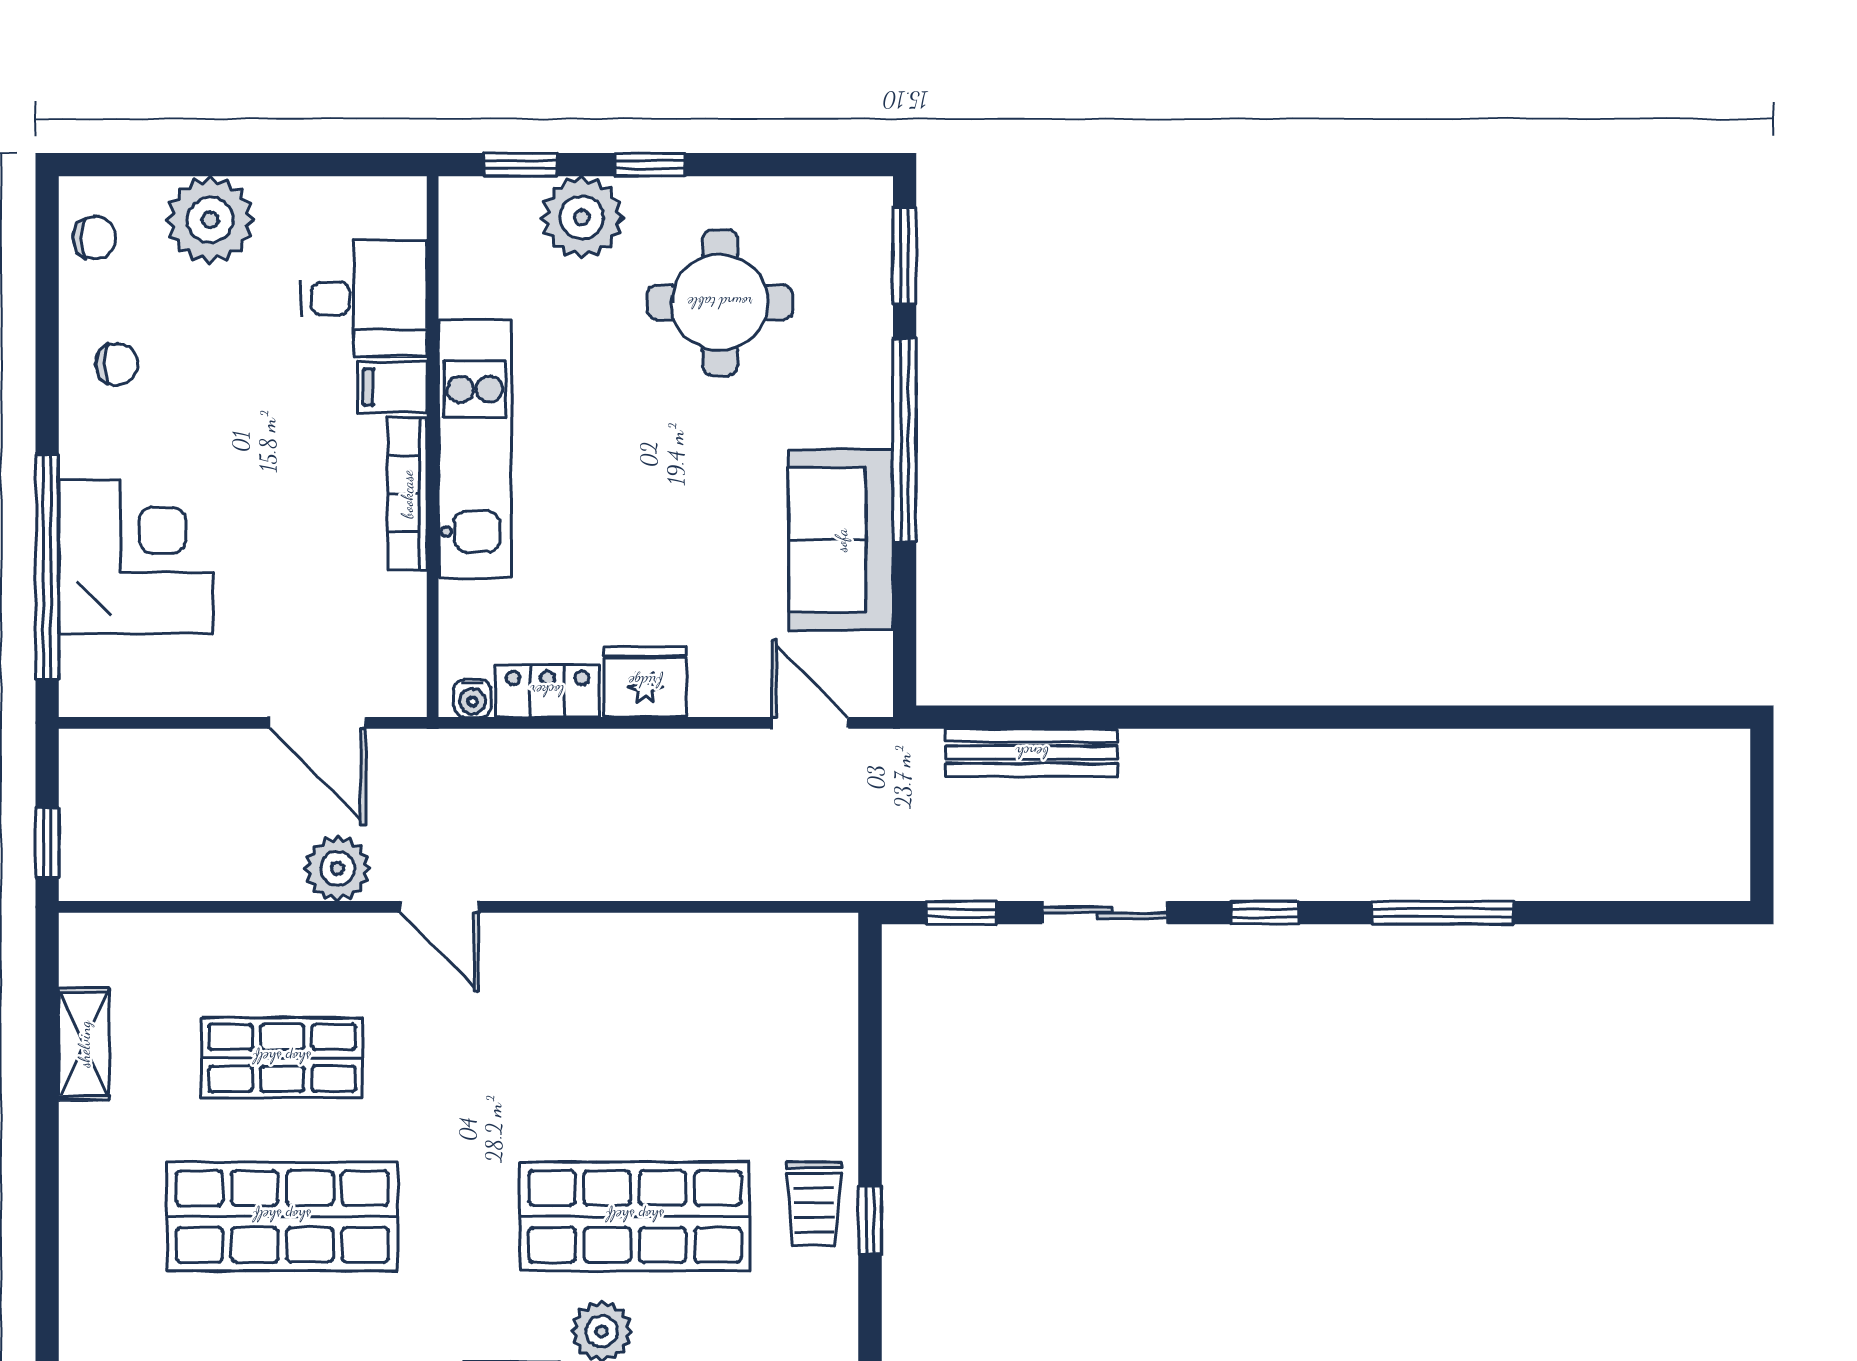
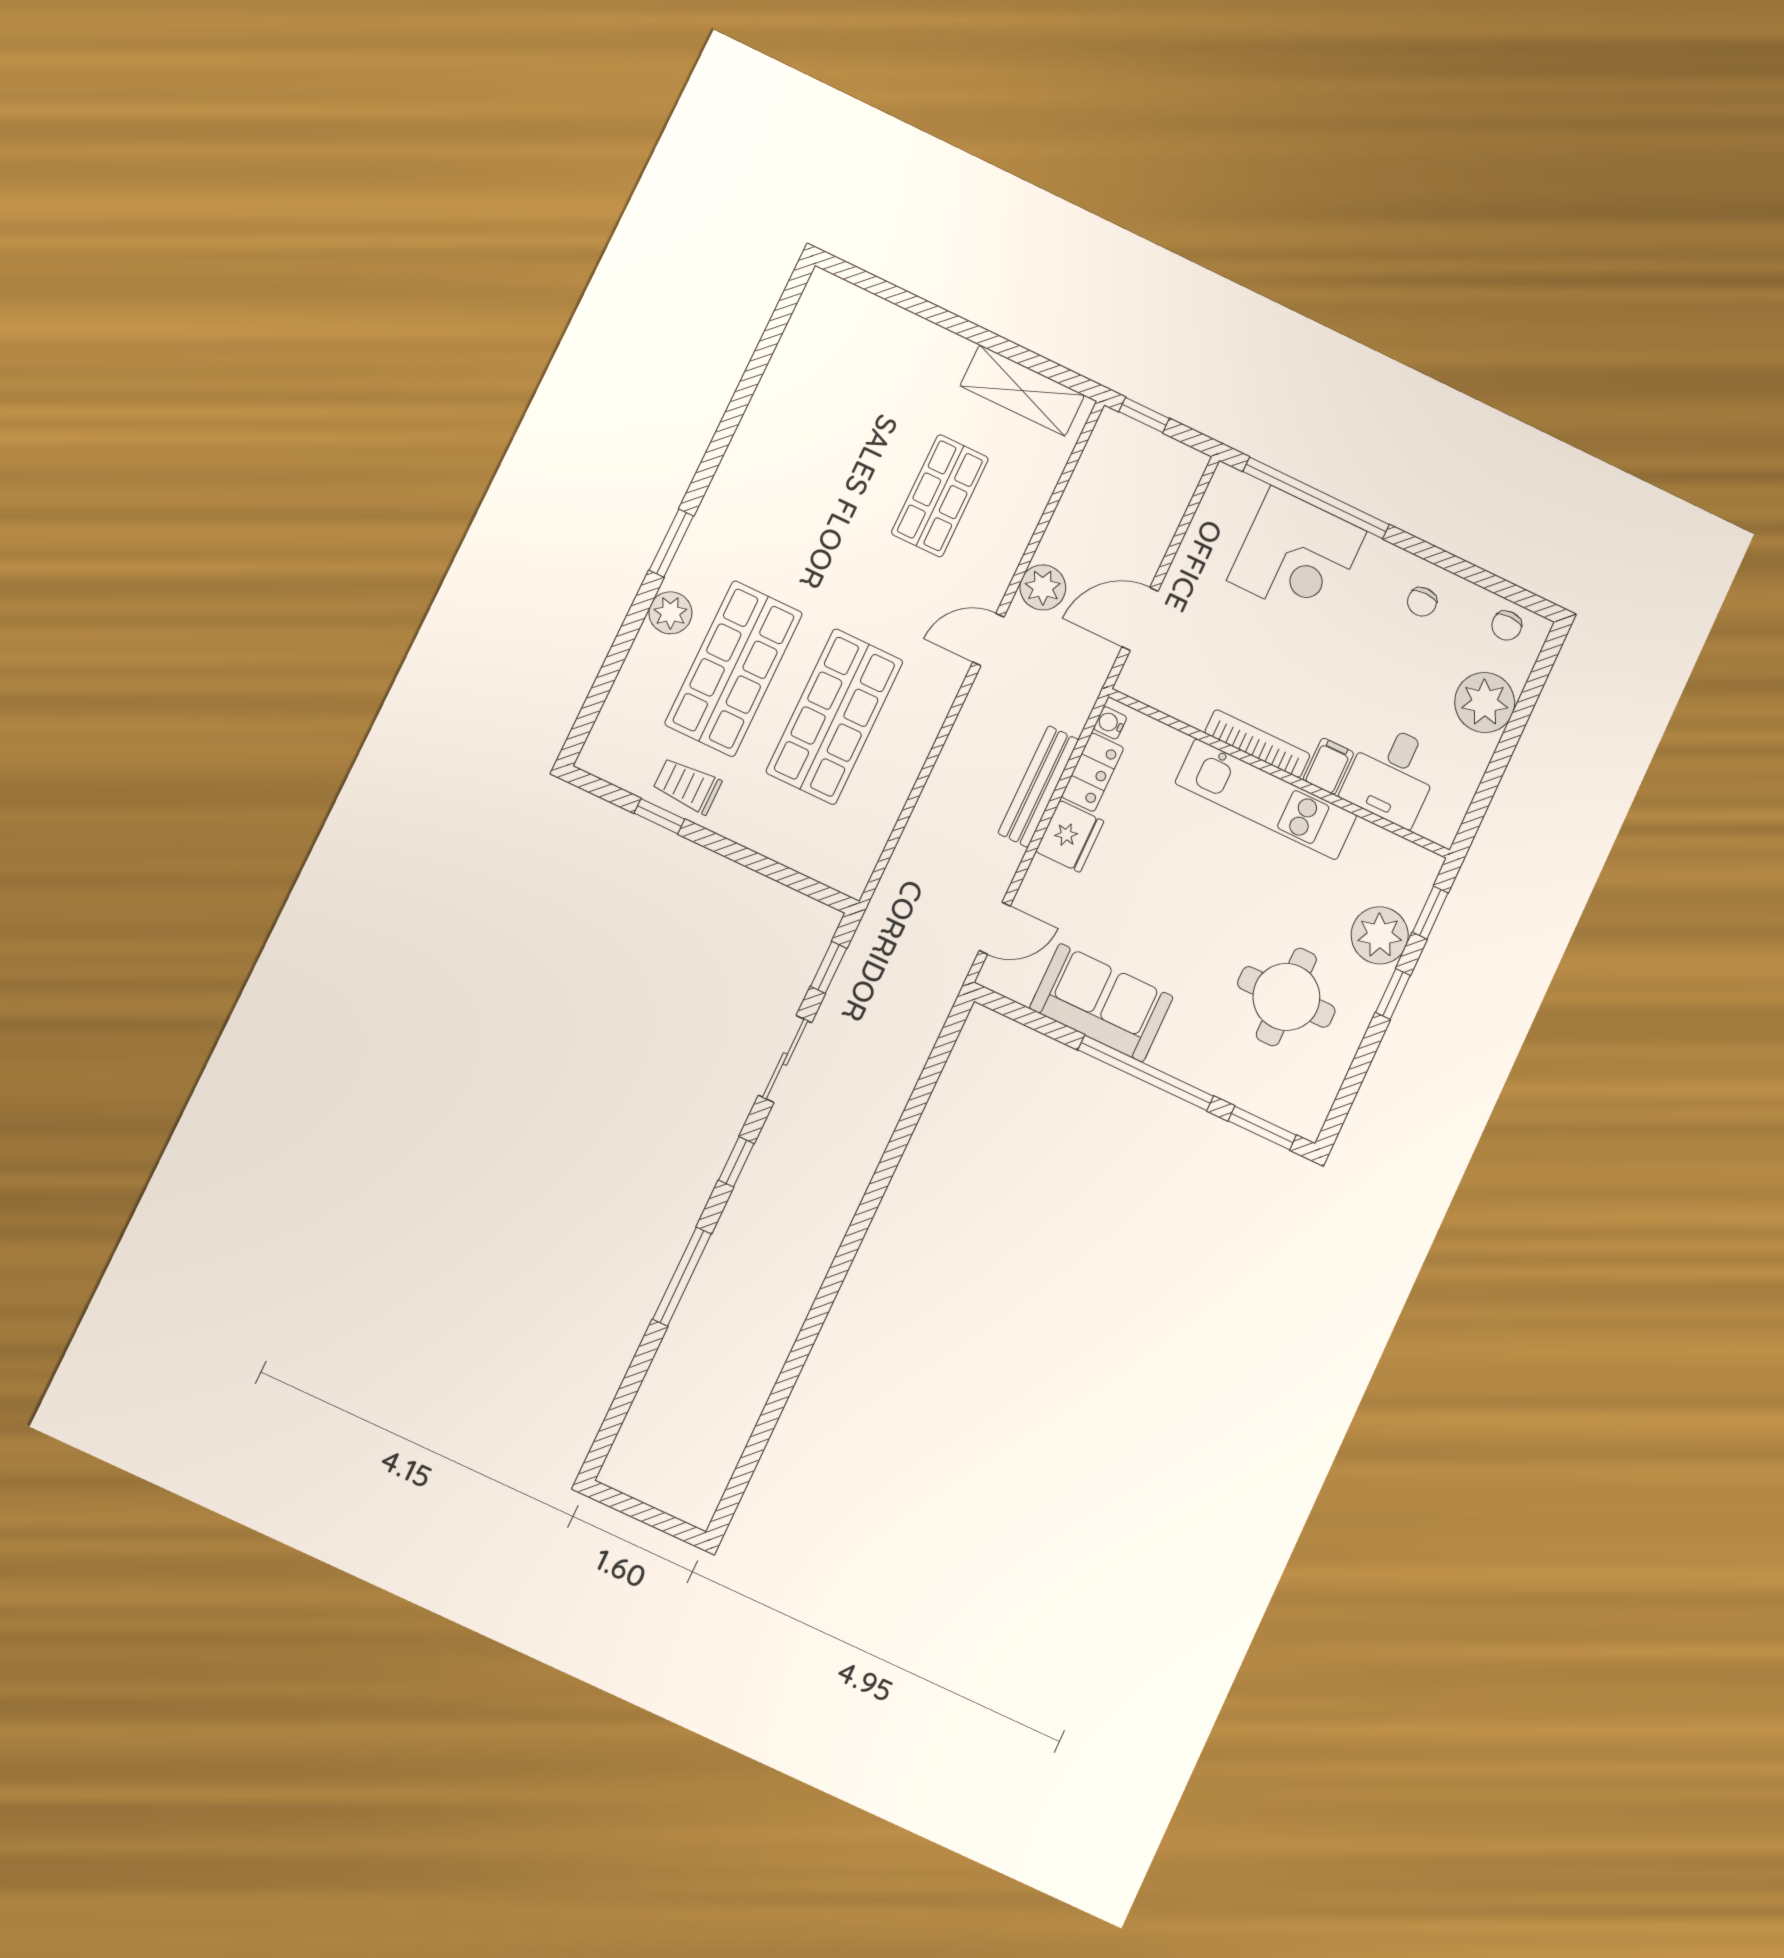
bench: (1032, 753) -> (1038, 787), moved
shelving: (84, 1044) -> (1022, 390), width x1.50, depth x1.33
shop shelf: (282, 1216) -> (835, 717), moved

